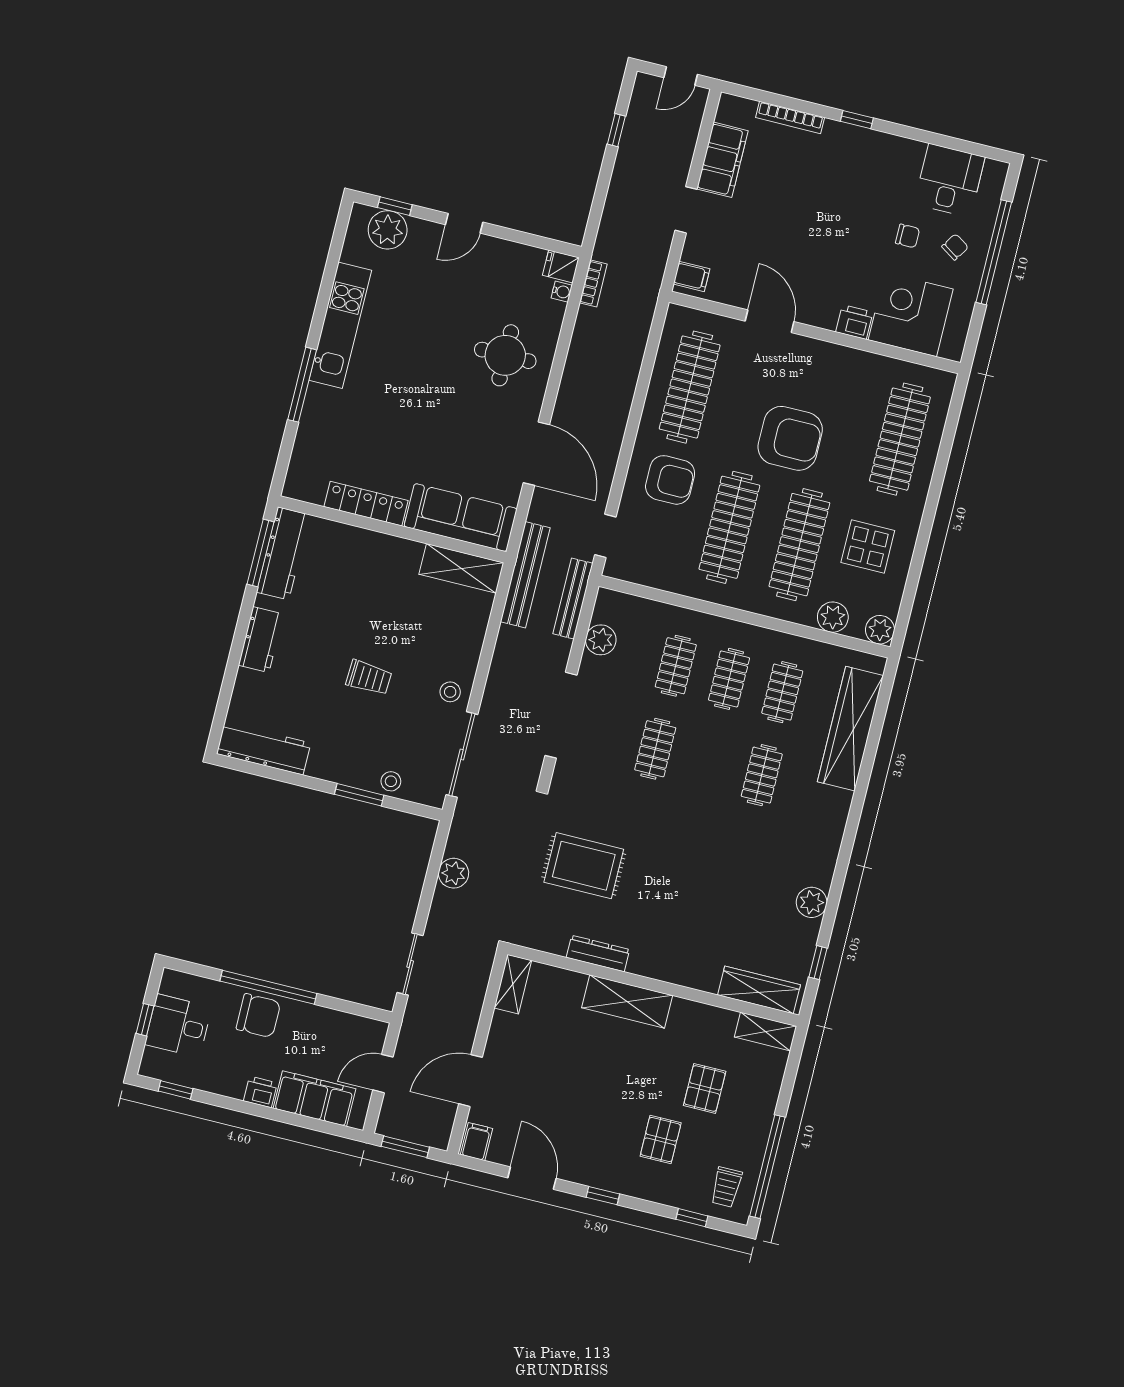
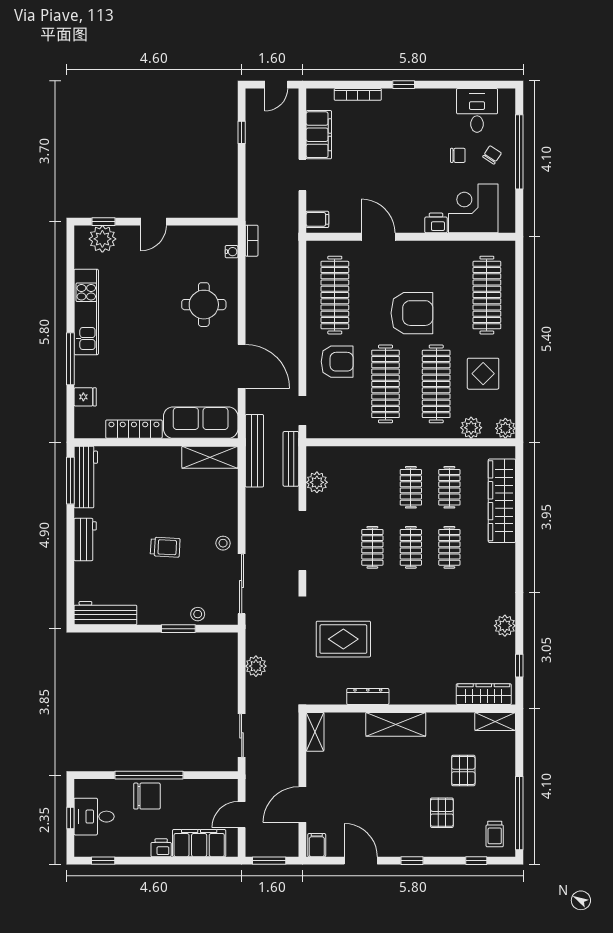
fridge: (561, 266) -> (85, 397), moved, turned 180
clothes rail: (676, 666) -> (411, 547), moved

